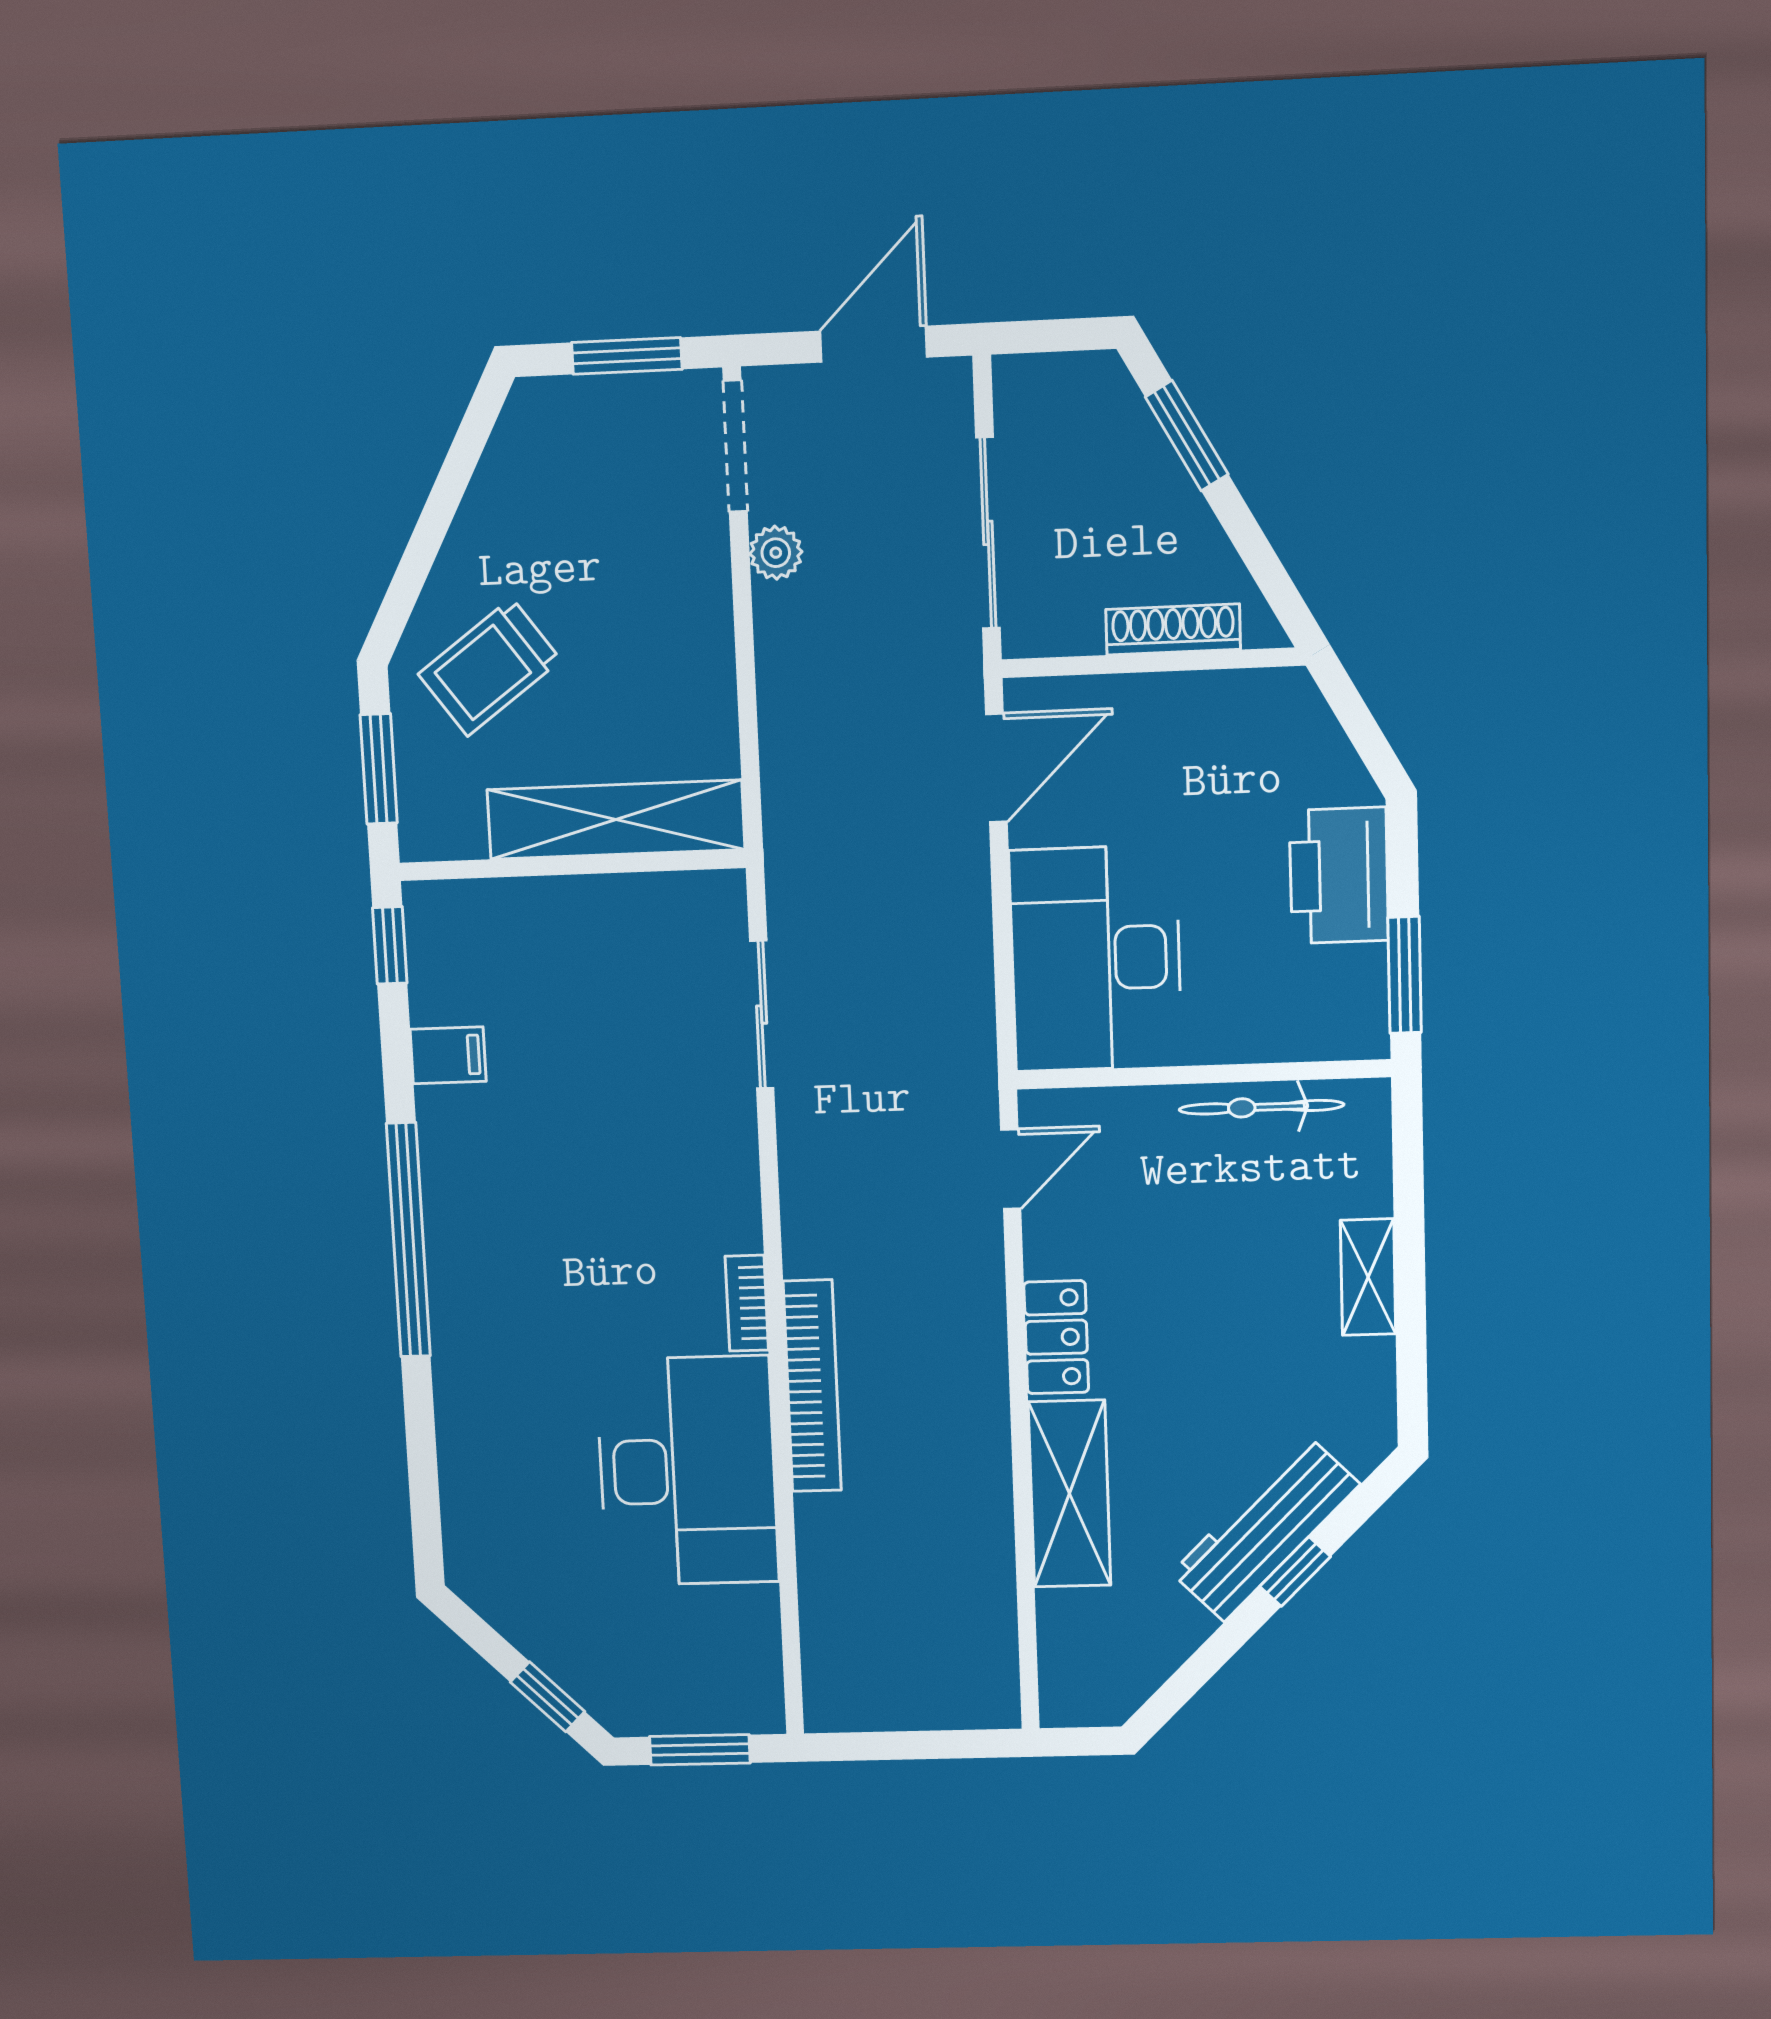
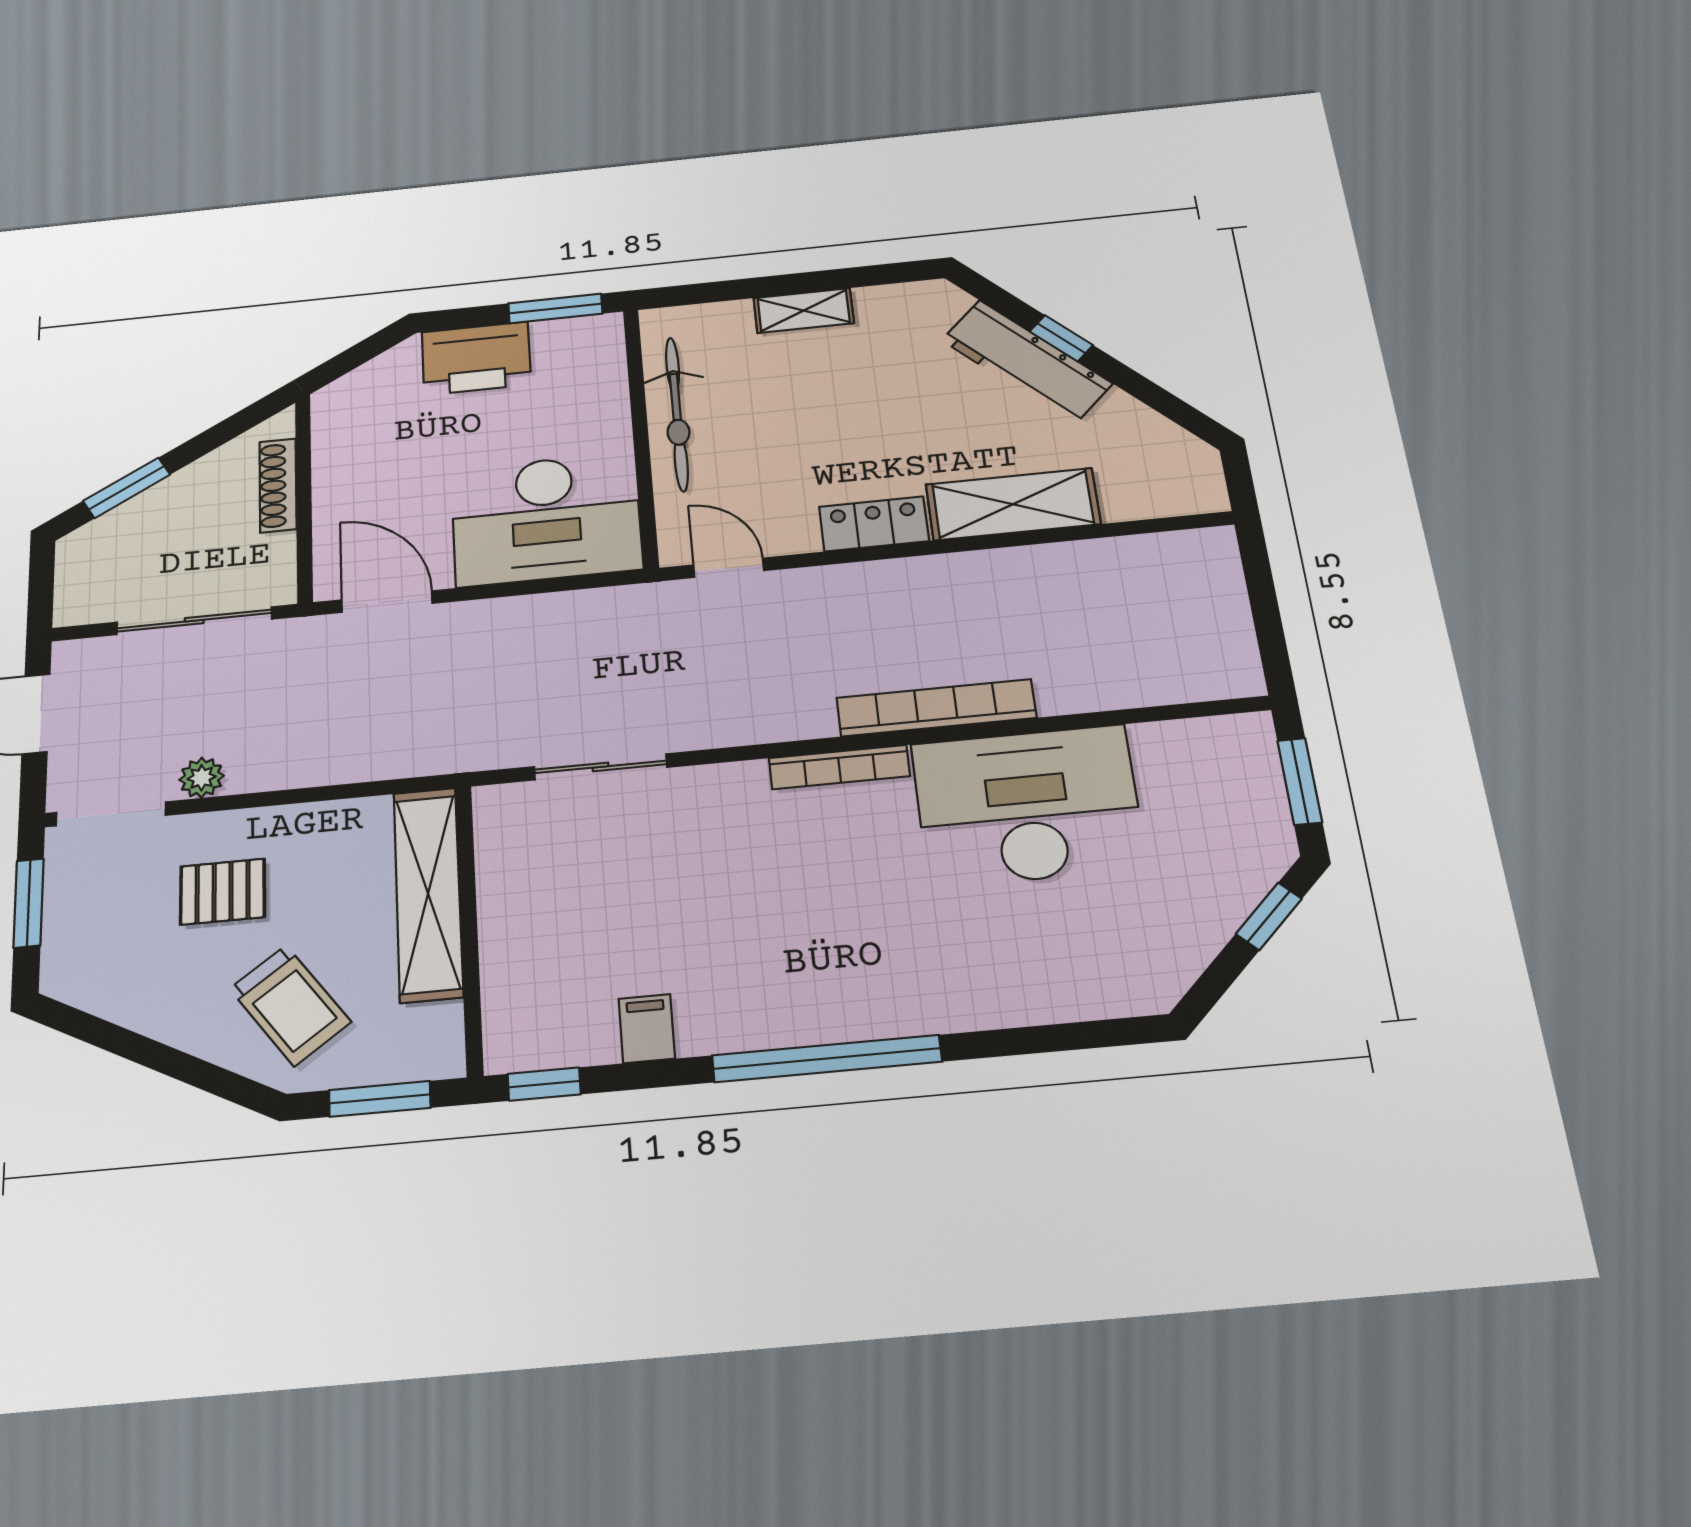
pallet: (630, 584) -> (223, 892), added
bicycle: (1261, 1107) -> (677, 414), width x1.37, depth x1.40
bookcase: (747, 1303) -> (839, 767), width x1.56

